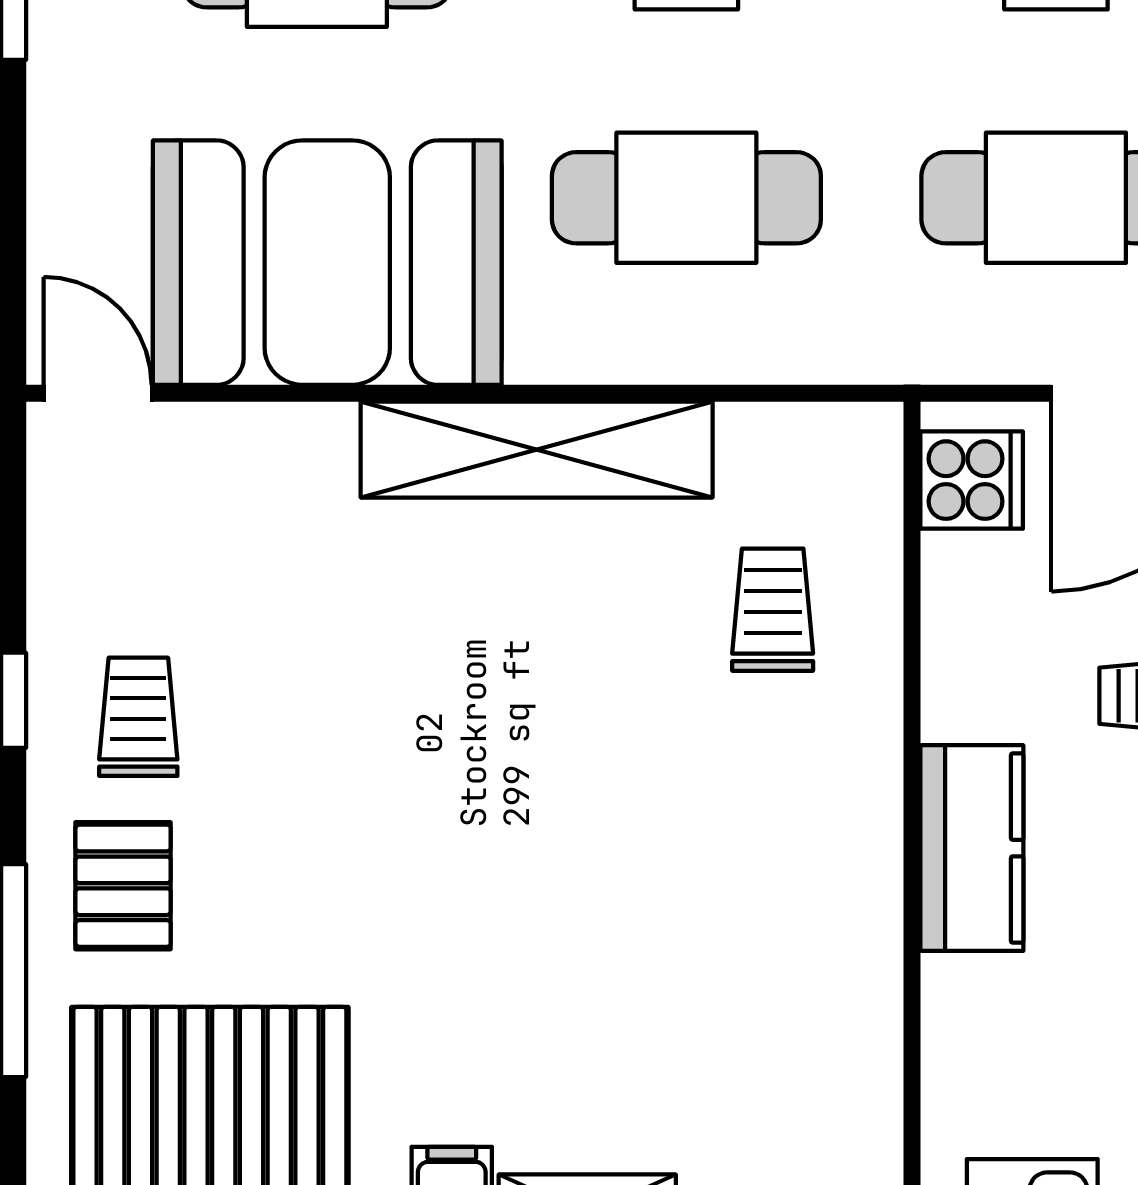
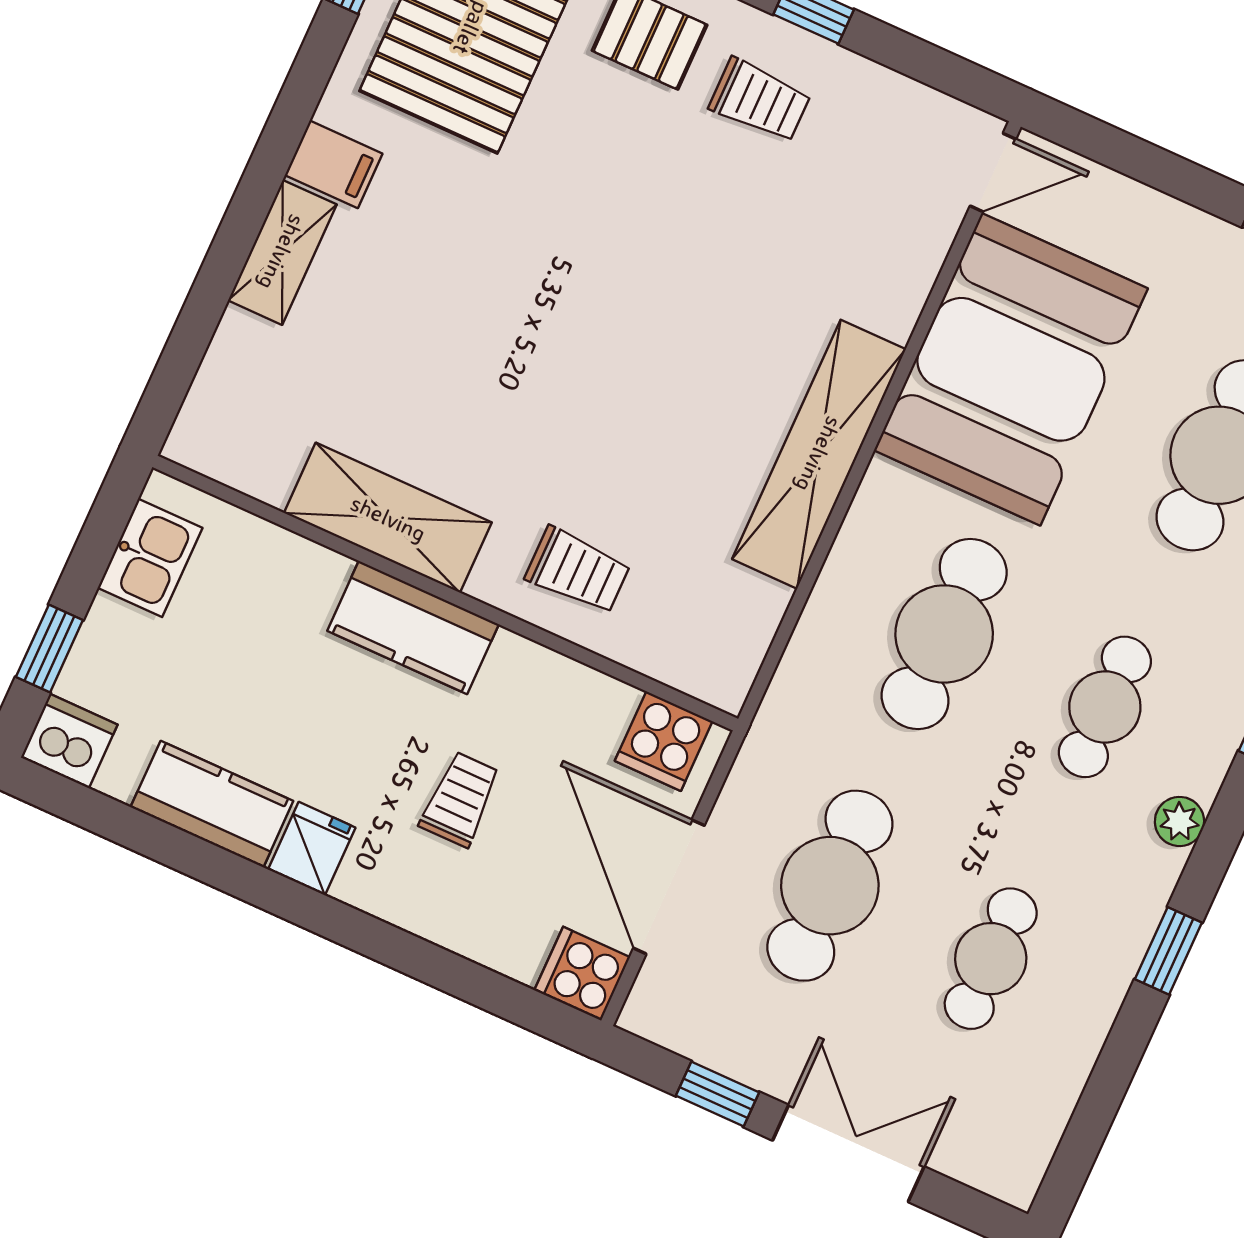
trolley: (773, 610) -> (578, 571), moved
shelving: (852, 939) -> (388, 518), added

